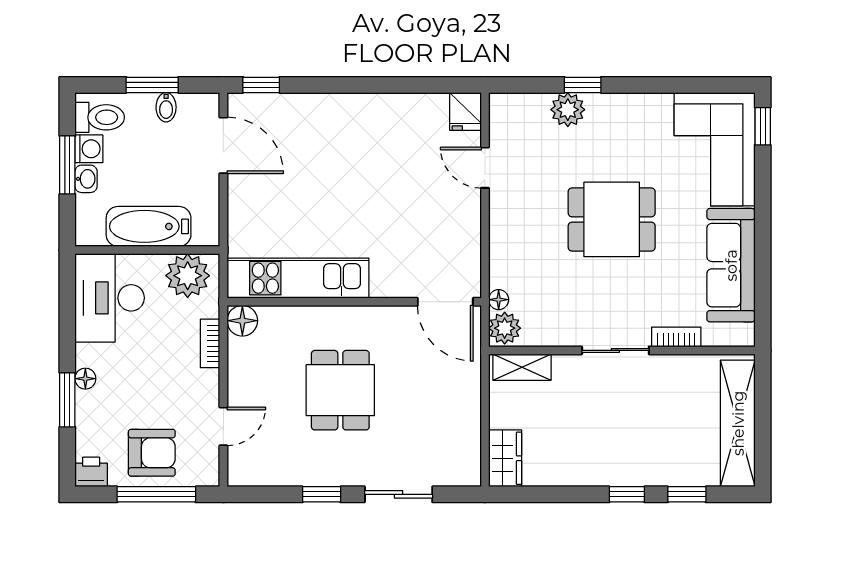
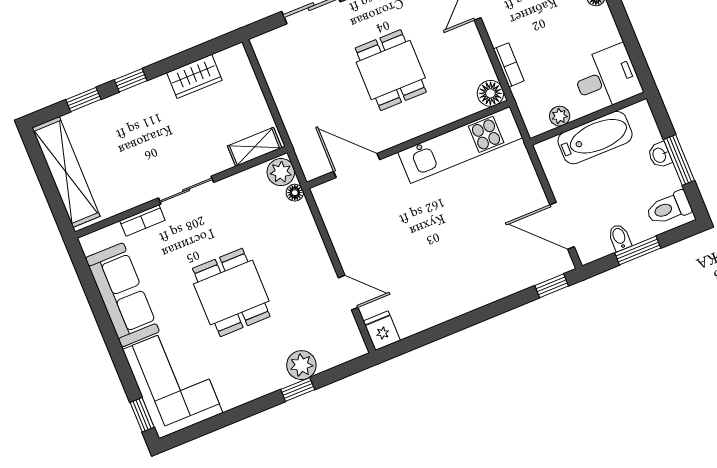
washing machine: (89, 149) -> (667, 180), removed
dining table: (612, 219) -> (231, 292), turned 90
plant: (188, 276) -> (560, 116), width x0.53, depth x0.53
desk: (110, 298) -> (607, 78), width x0.73
door: (445, 302) -> (357, 165), moved
wardrobe: (505, 458) -> (194, 76), moved, turned -90

